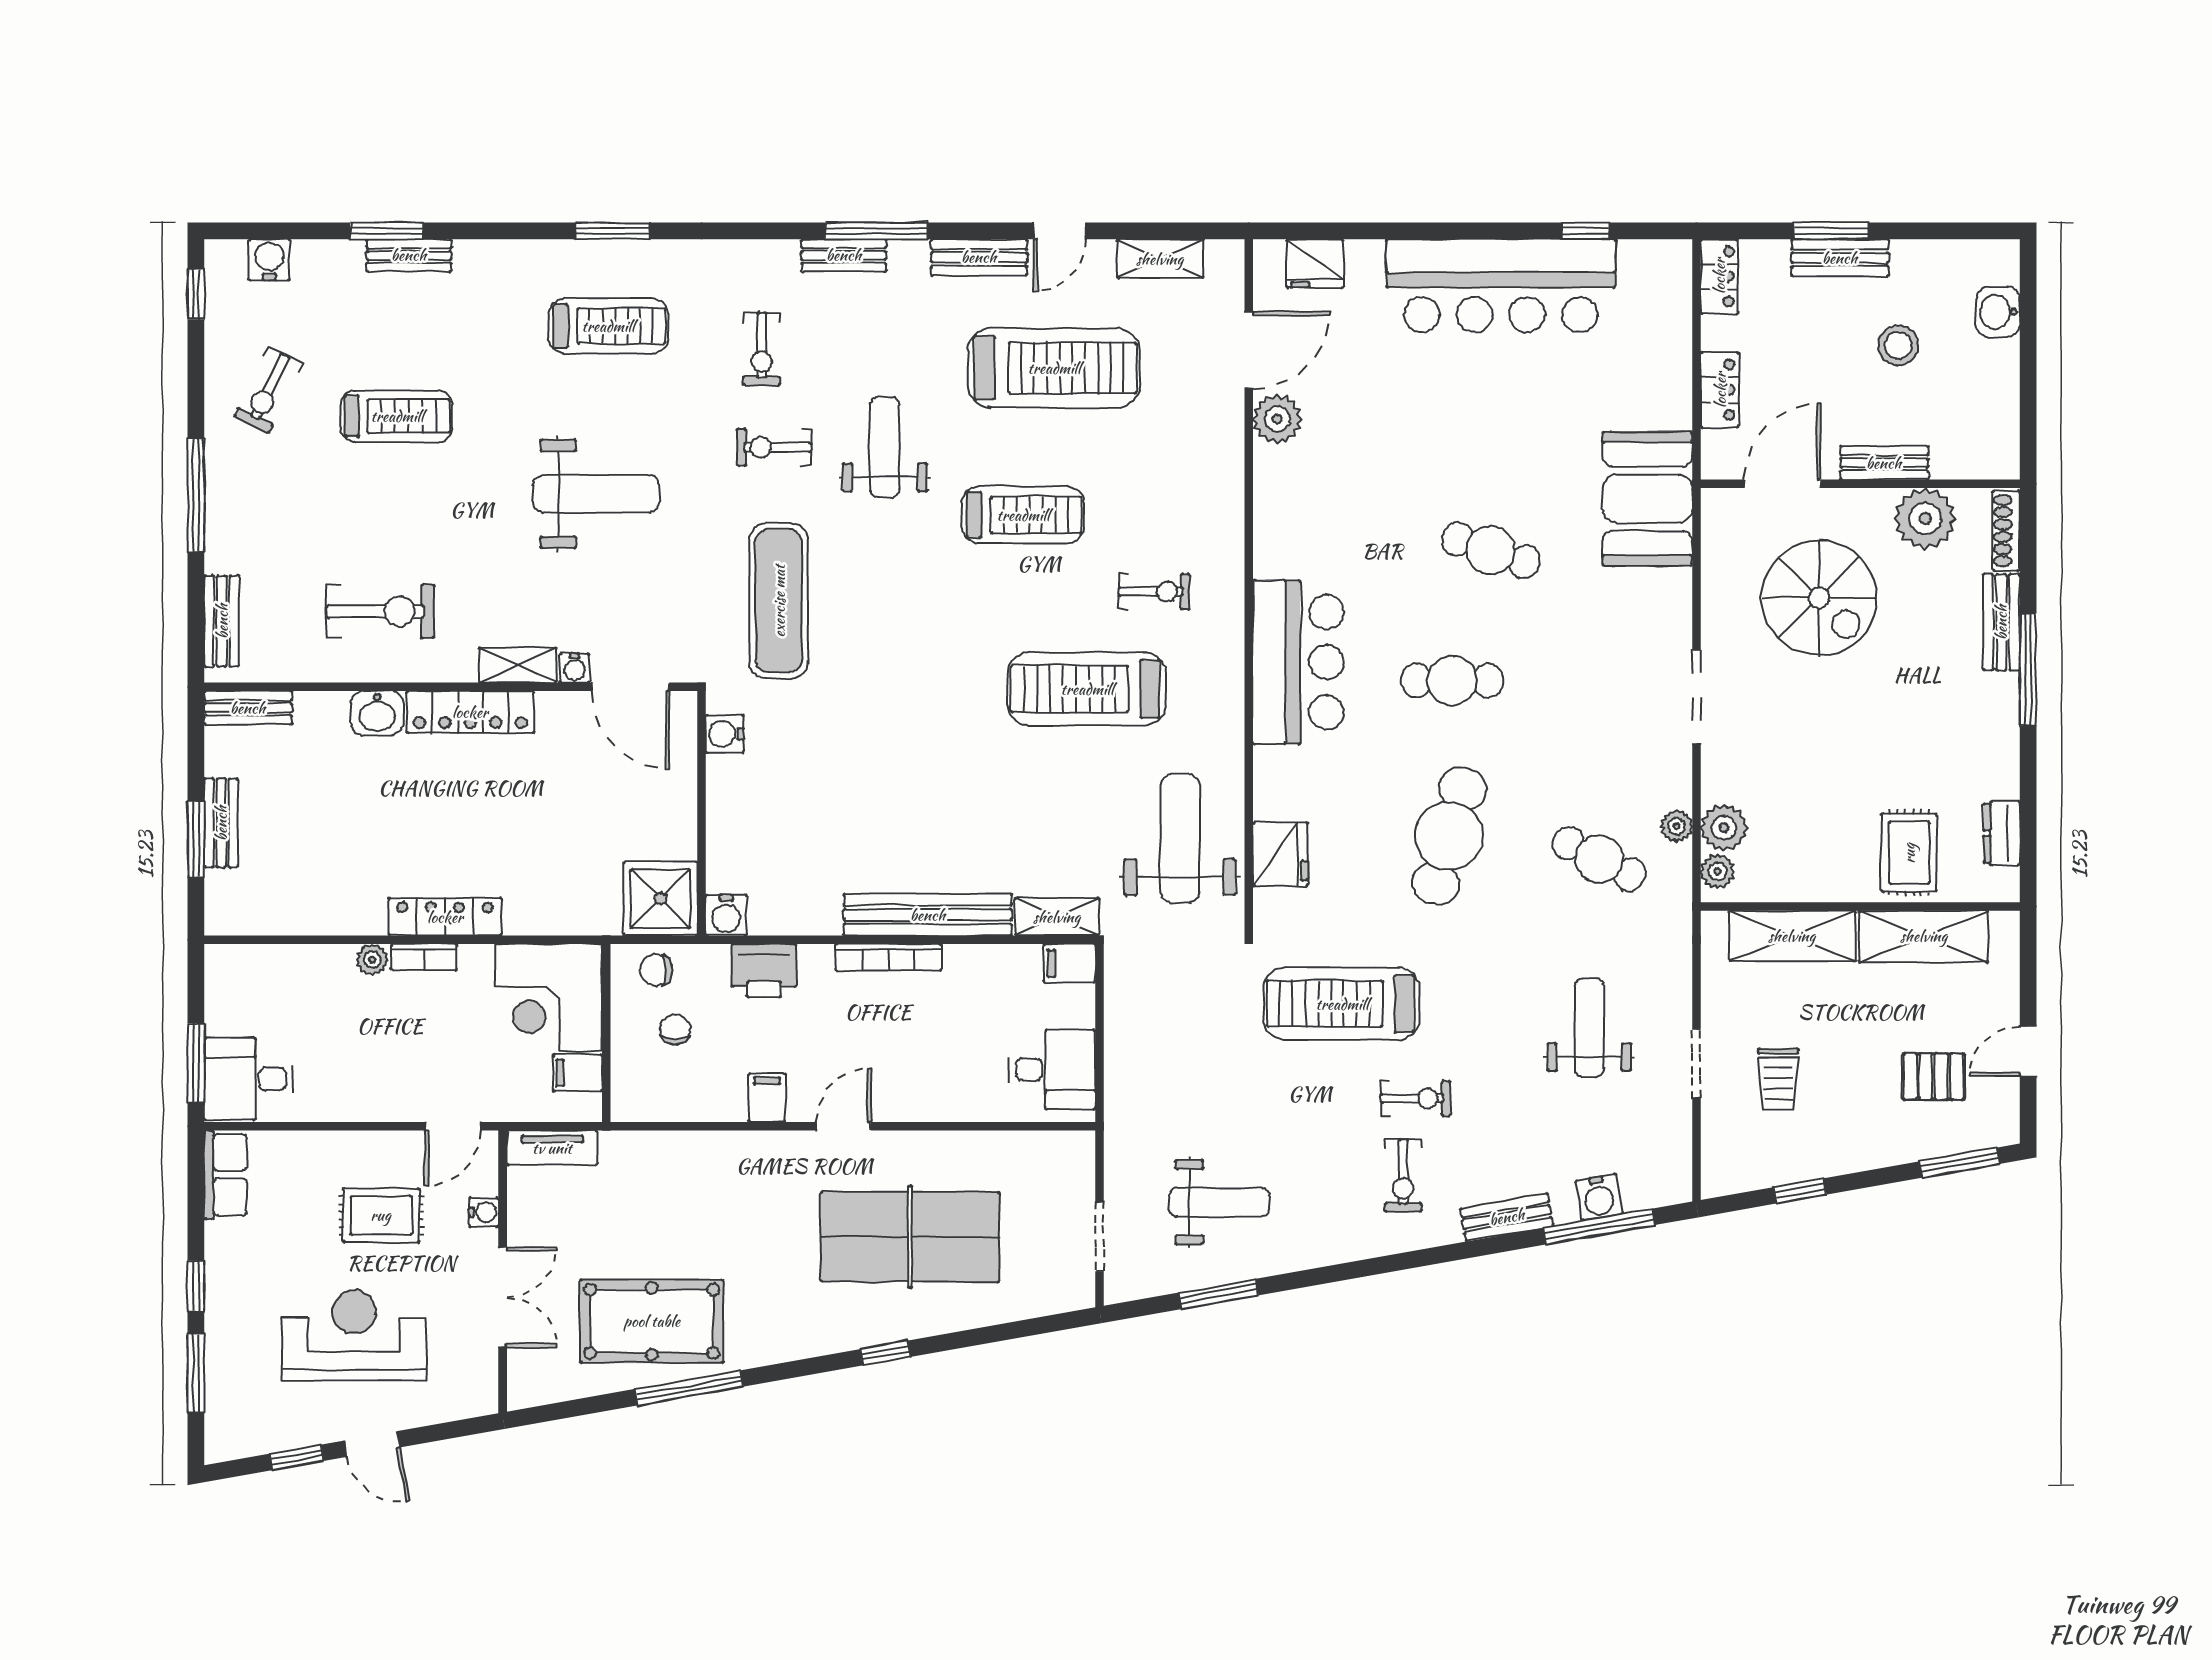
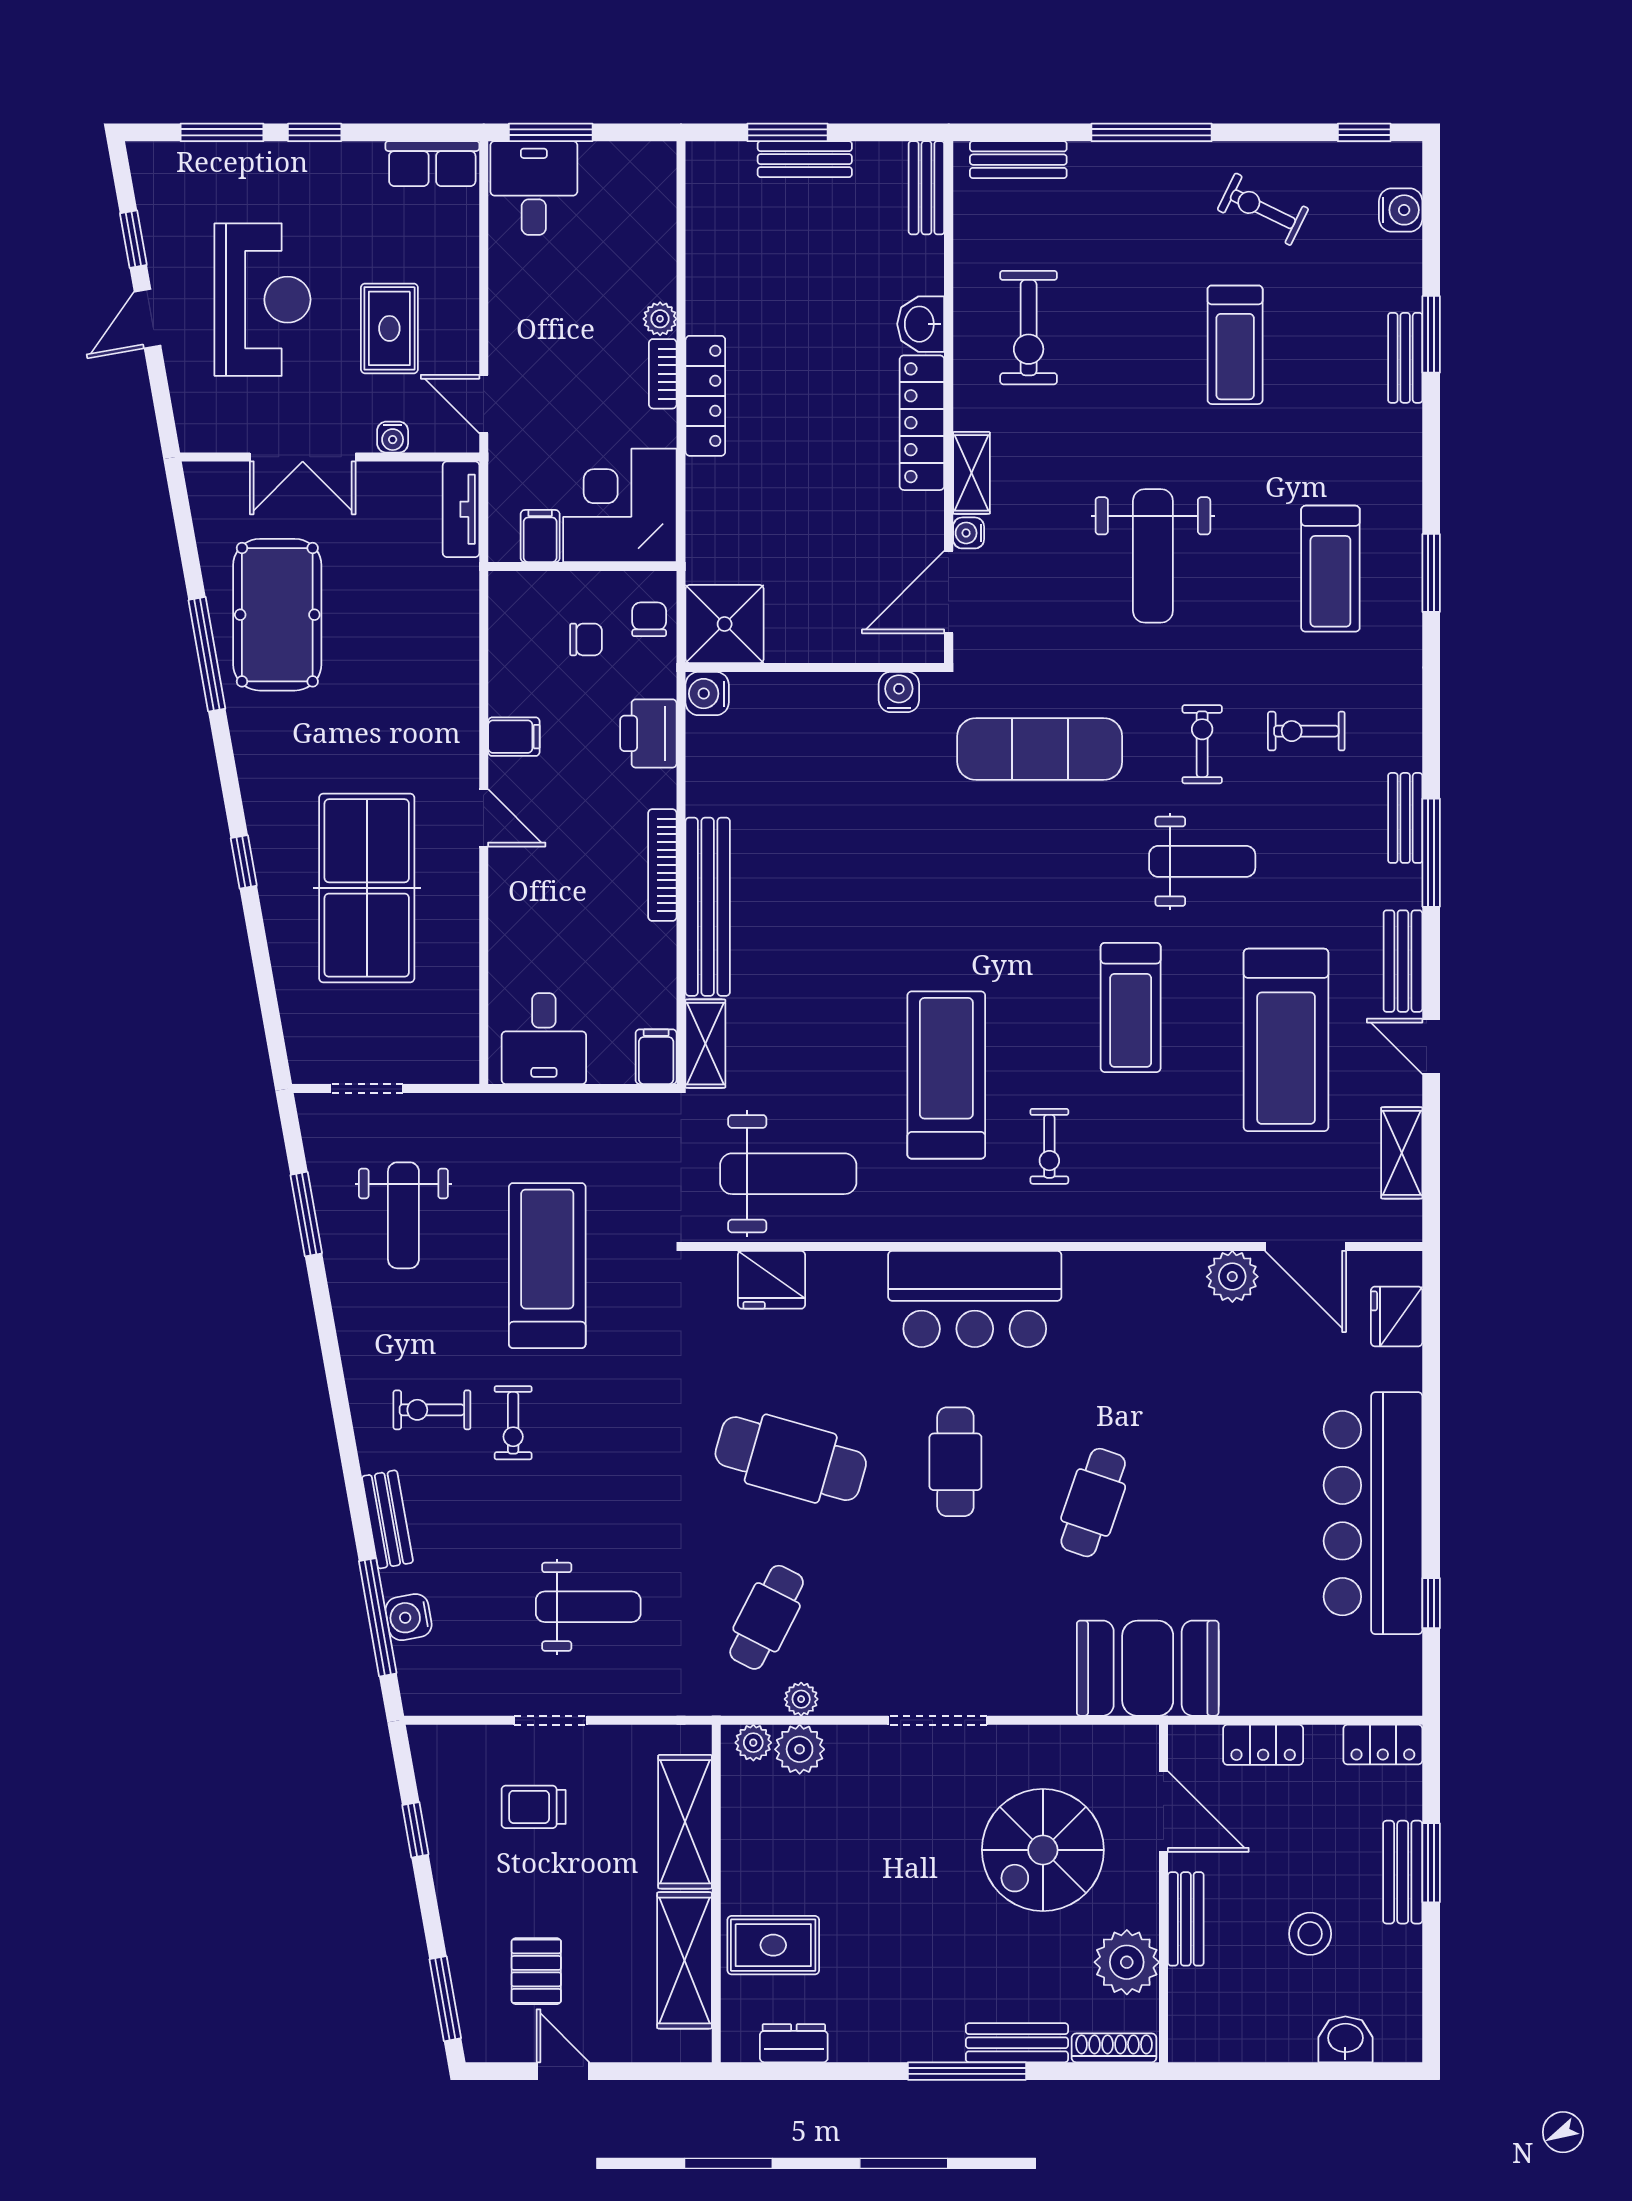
treadmill: (1342, 1004) -> (547, 1266), moved

